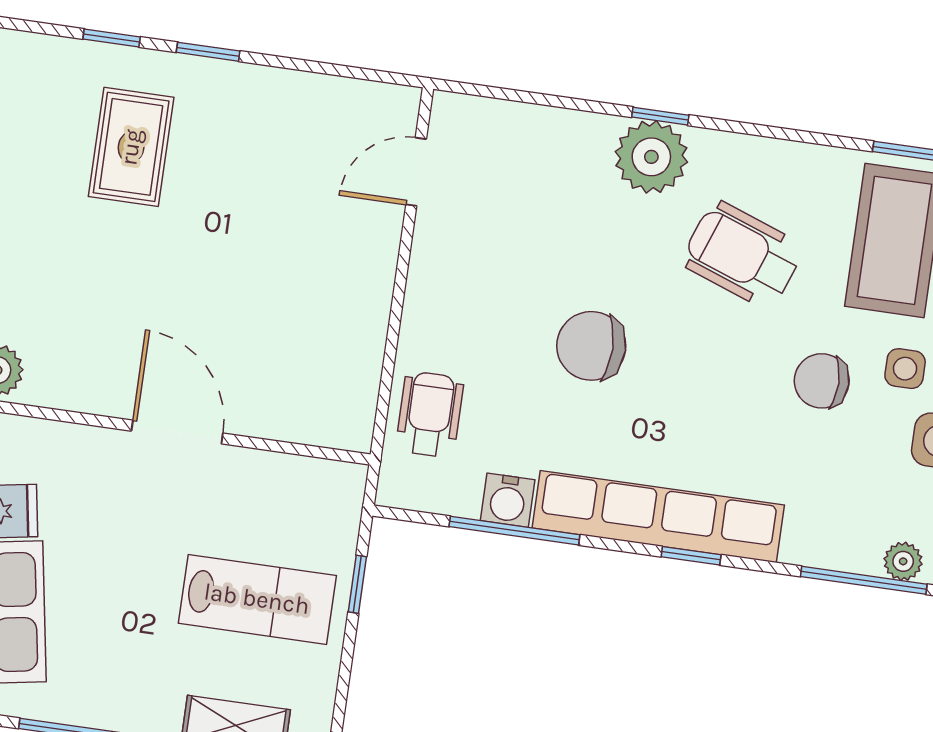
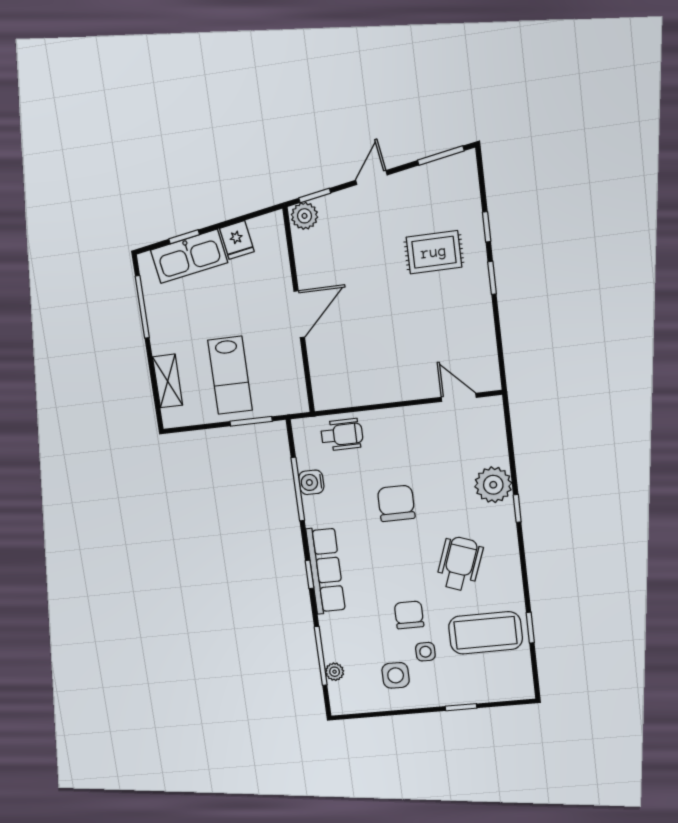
plant: (651, 157) -> (493, 485), moved
row of seats: (658, 517) -> (326, 570), width x0.73
window: (357, 584) -> (251, 421), width x1.50

